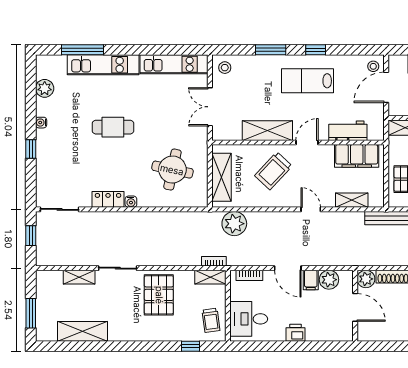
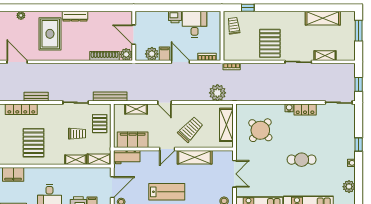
workbench: (348, 131) -> (127, 157), moved
round table: (172, 170) -> (260, 130), turned 30
shelving: (210, 277) -> (234, 56), removed
desk: (249, 319) -> (195, 24), moved, turned -90

